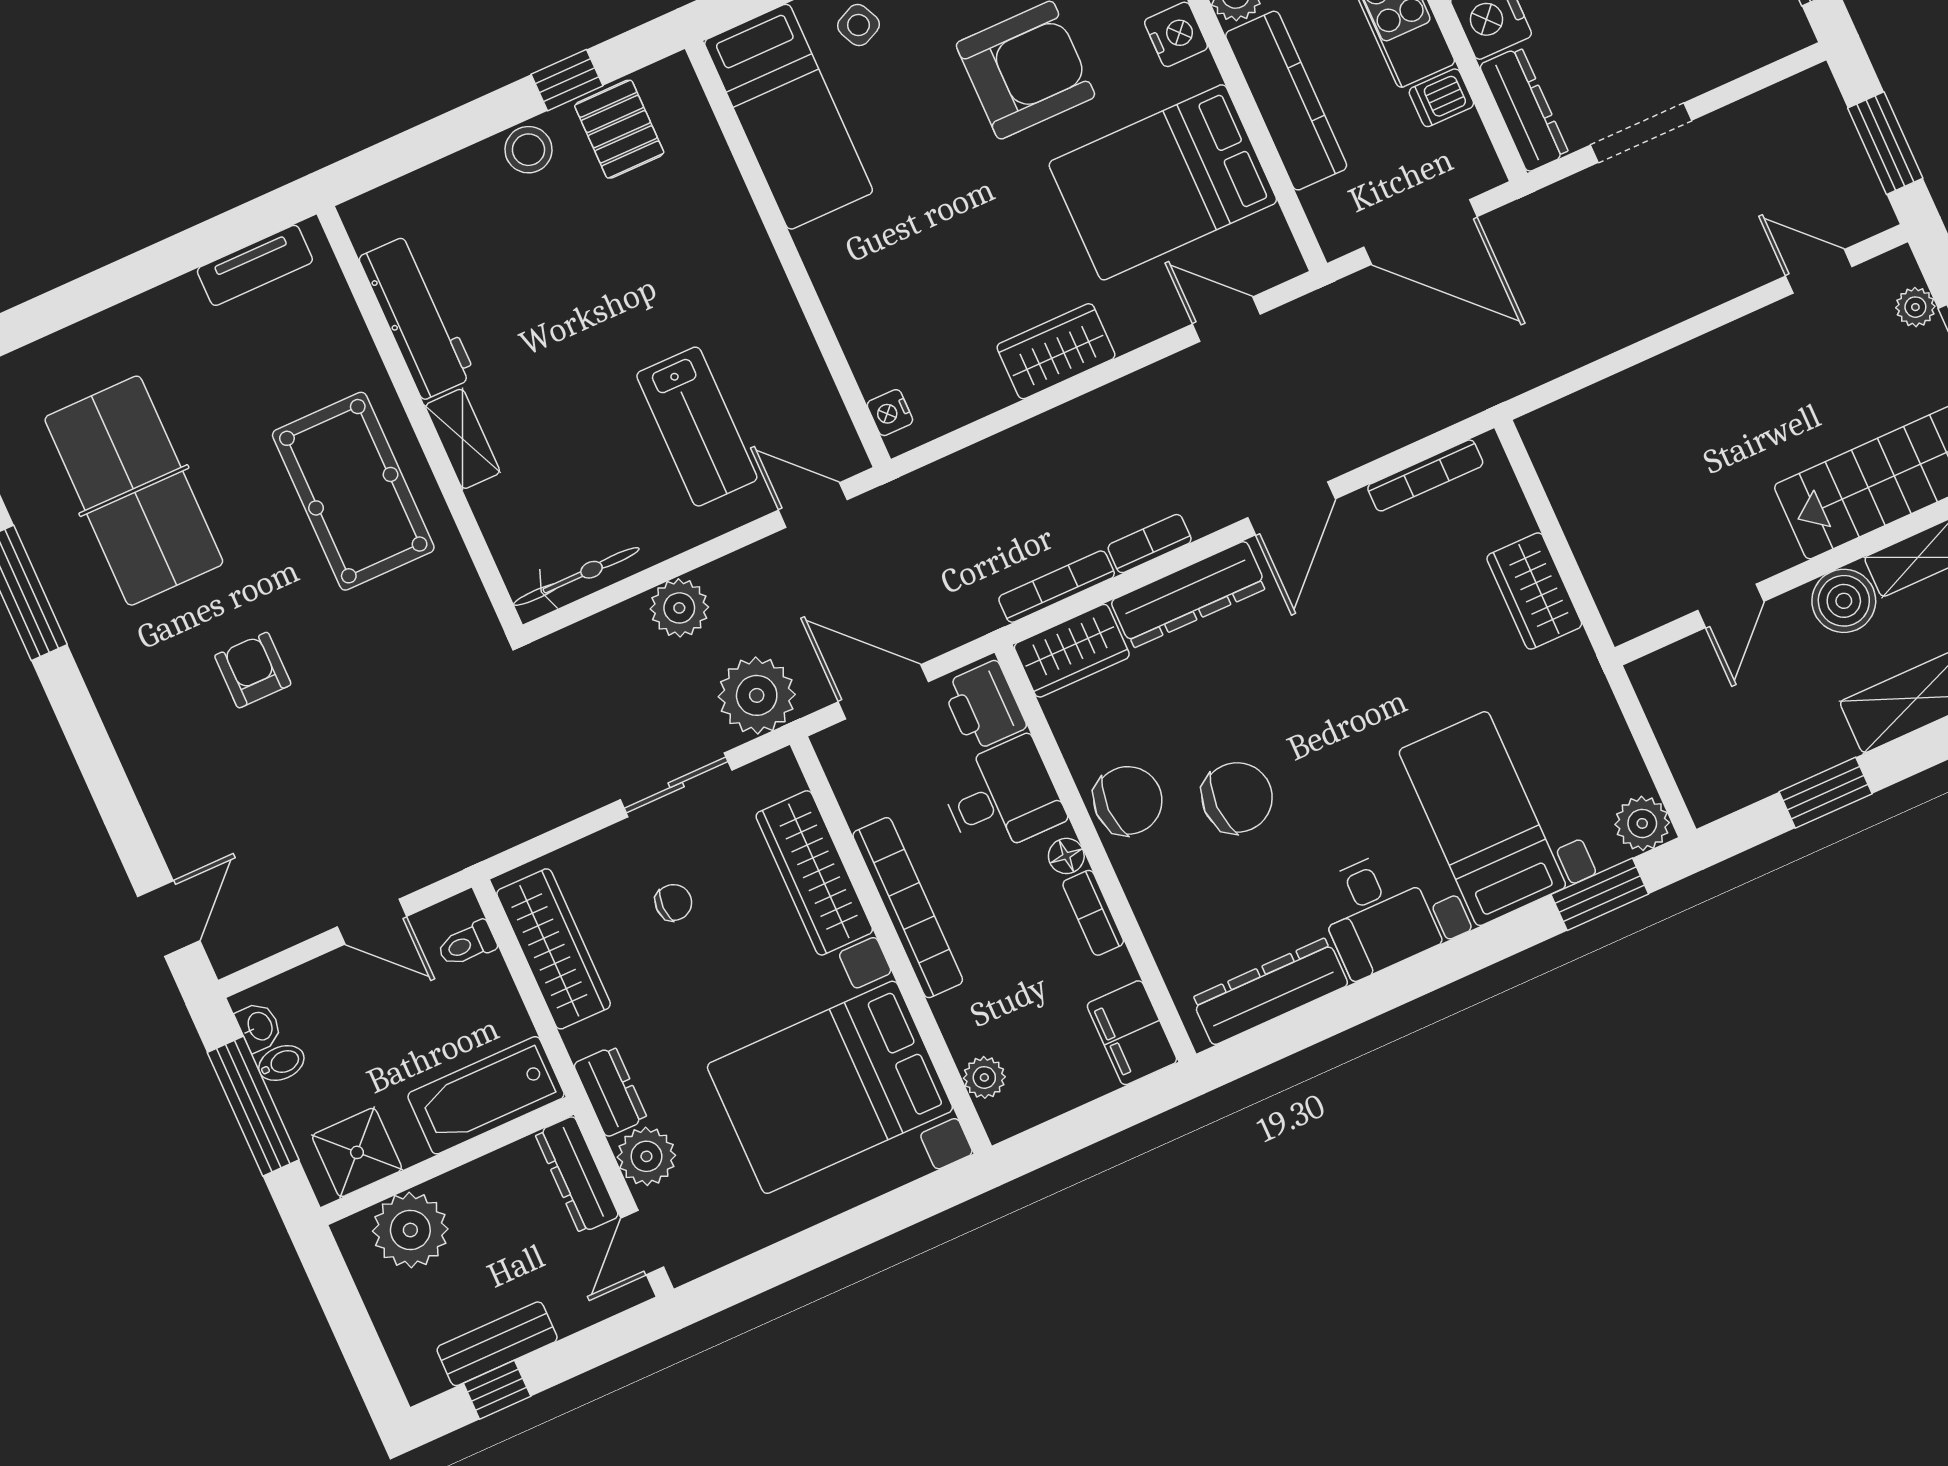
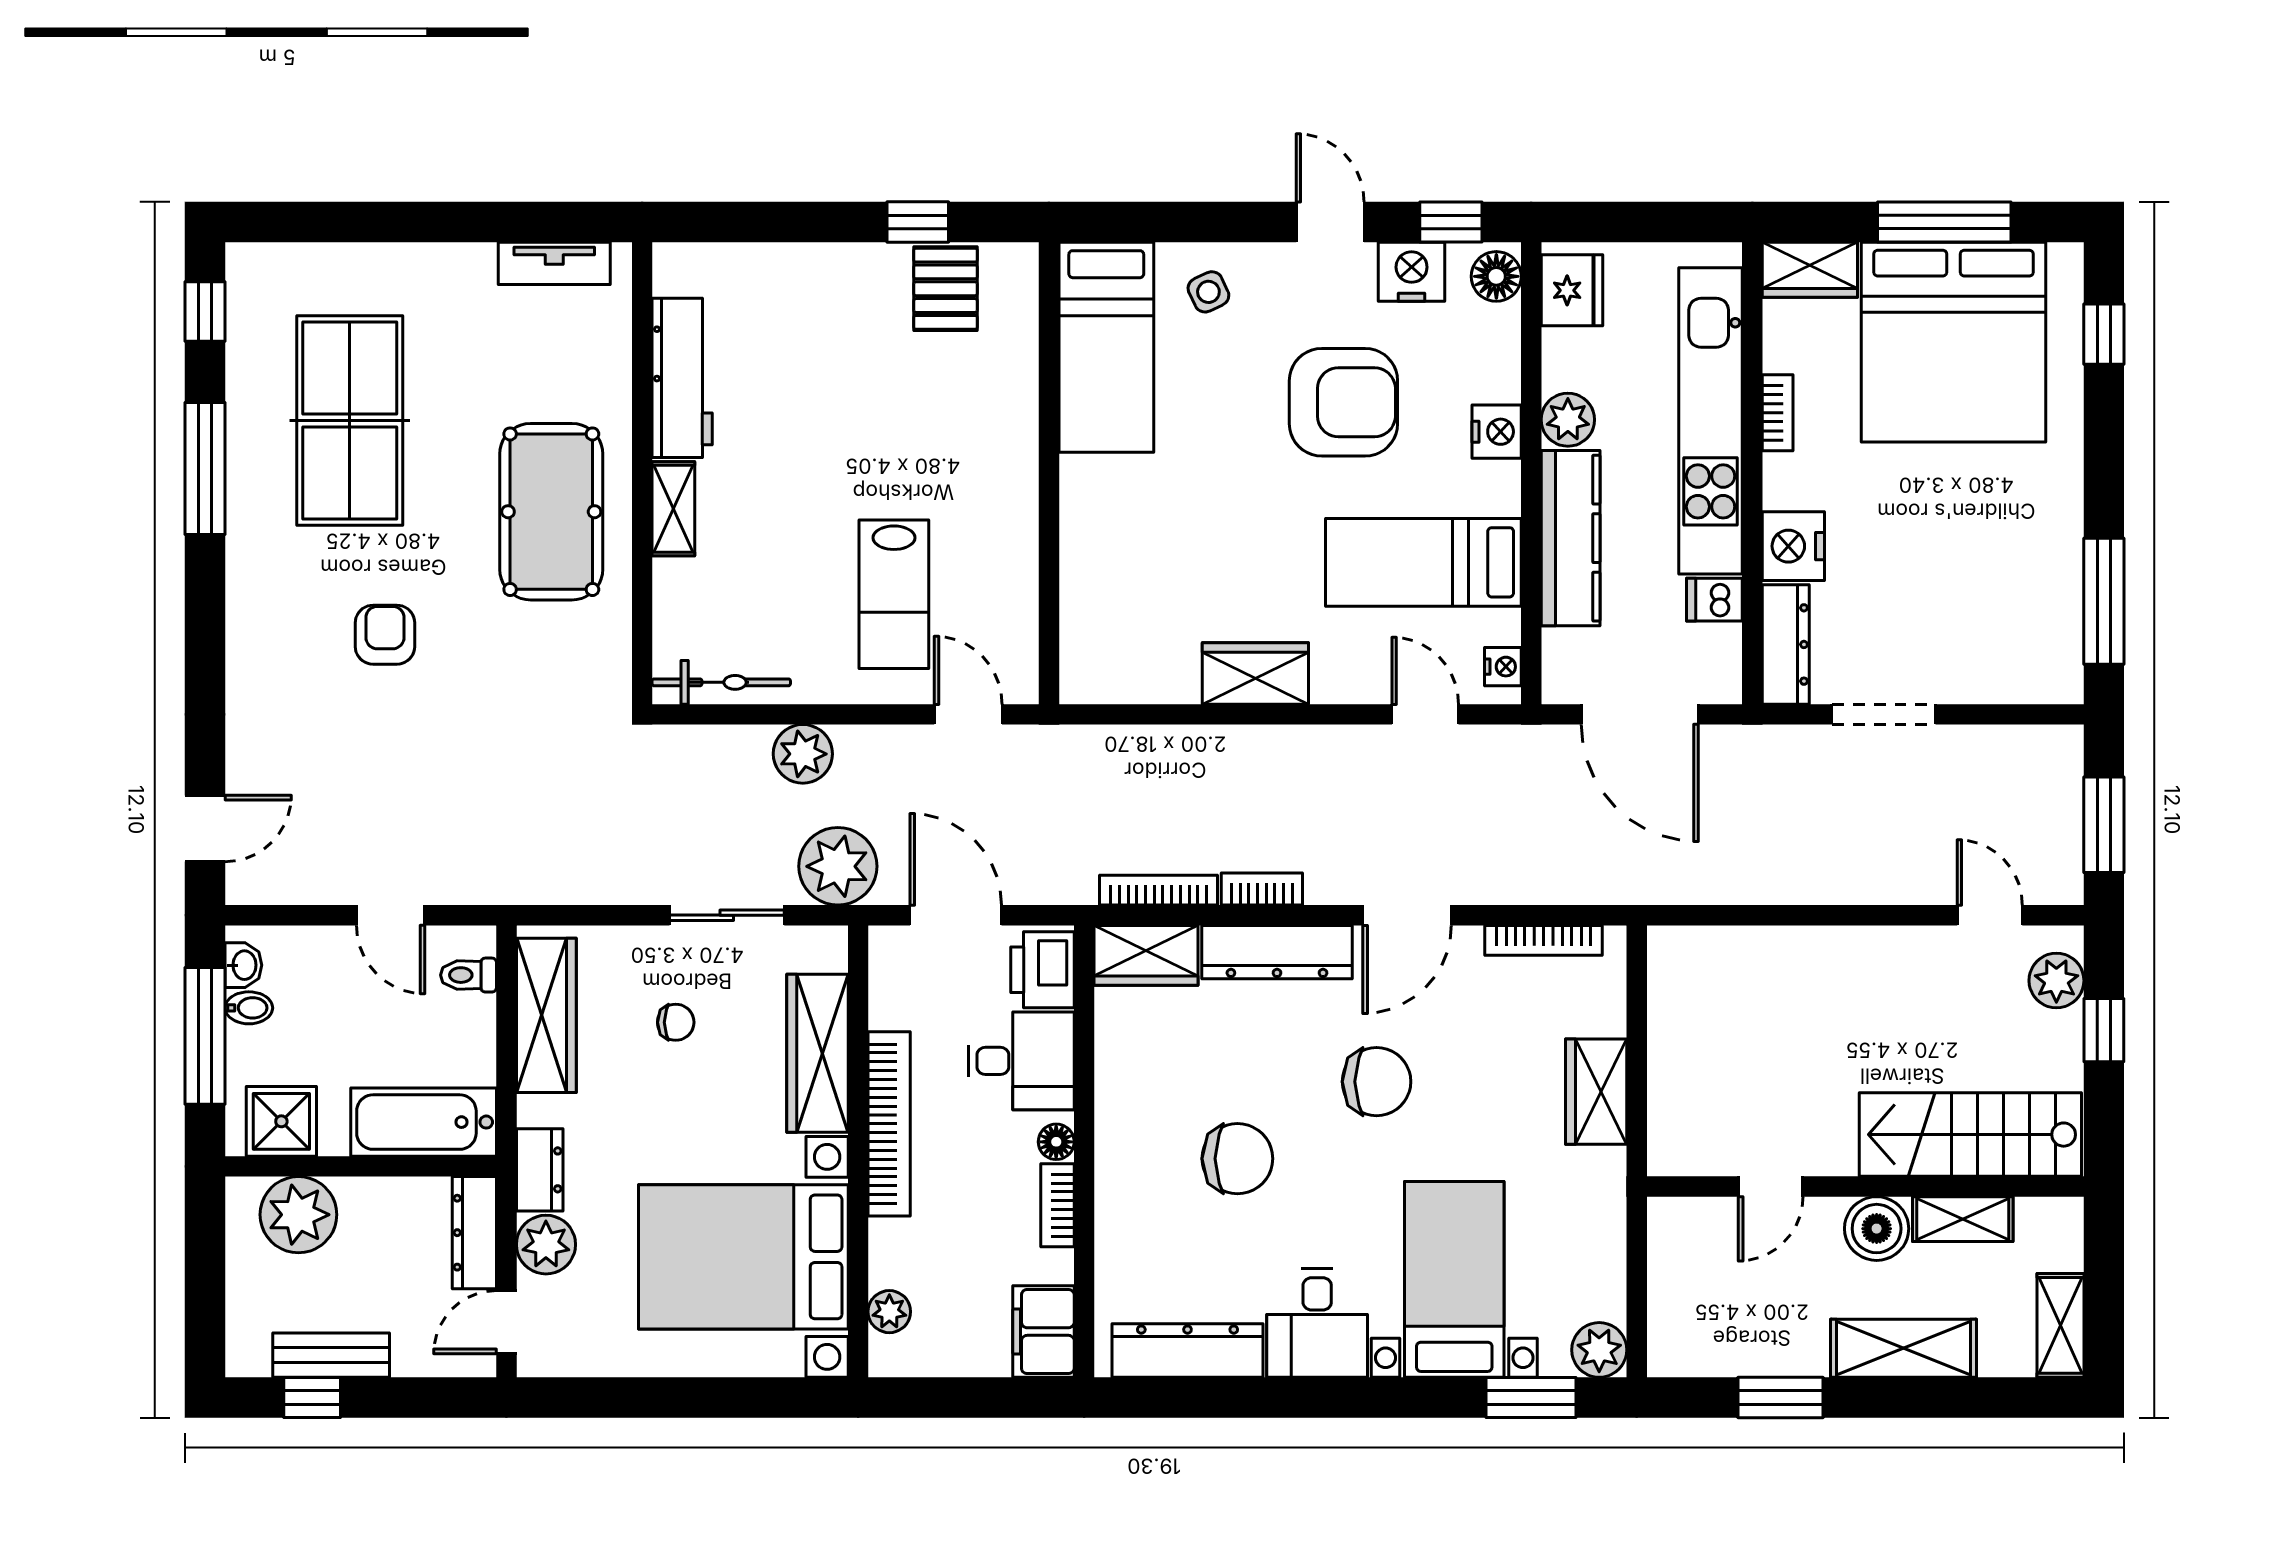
stool: (529, 150) -> (854, 270), removed
bed: (1163, 182) -> (1423, 562), width x0.67
plant: (1915, 307) -> (2056, 981), width x1.38, depth x1.38
nightstand: (890, 413) -> (1503, 667), moved, turned 180
chair: (1128, 800) -> (1377, 1082), moved

